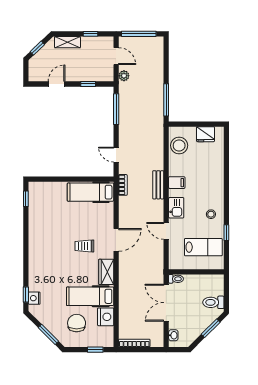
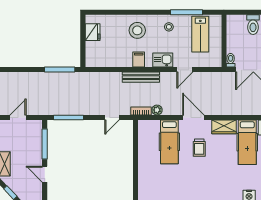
plant: (124, 76) -> (157, 110), moved
window: (88, 84) -> (45, 144), width x2.17
stool: (179, 145) -> (137, 30), moved
bench: (158, 185) -> (141, 77), width x1.36
hospital bed: (91, 192) -> (169, 142), moved
window: (226, 233) -> (186, 12), width x2.17
lab bench: (203, 247) -> (200, 34), turned 180

